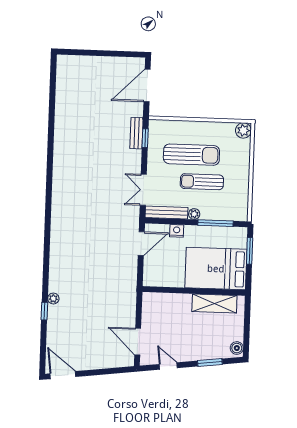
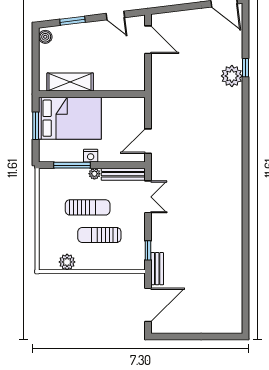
plant: (243, 130) -> (67, 262), moved
bench: (136, 133) -> (157, 269), moved
sun lounger: (191, 155) -> (99, 235), width x0.73, depth x0.75
nightstand: (177, 231) -> (91, 156), moved
window: (250, 251) -> (36, 126), moved
plant: (53, 299) -> (232, 76), width x1.88, depth x1.88

